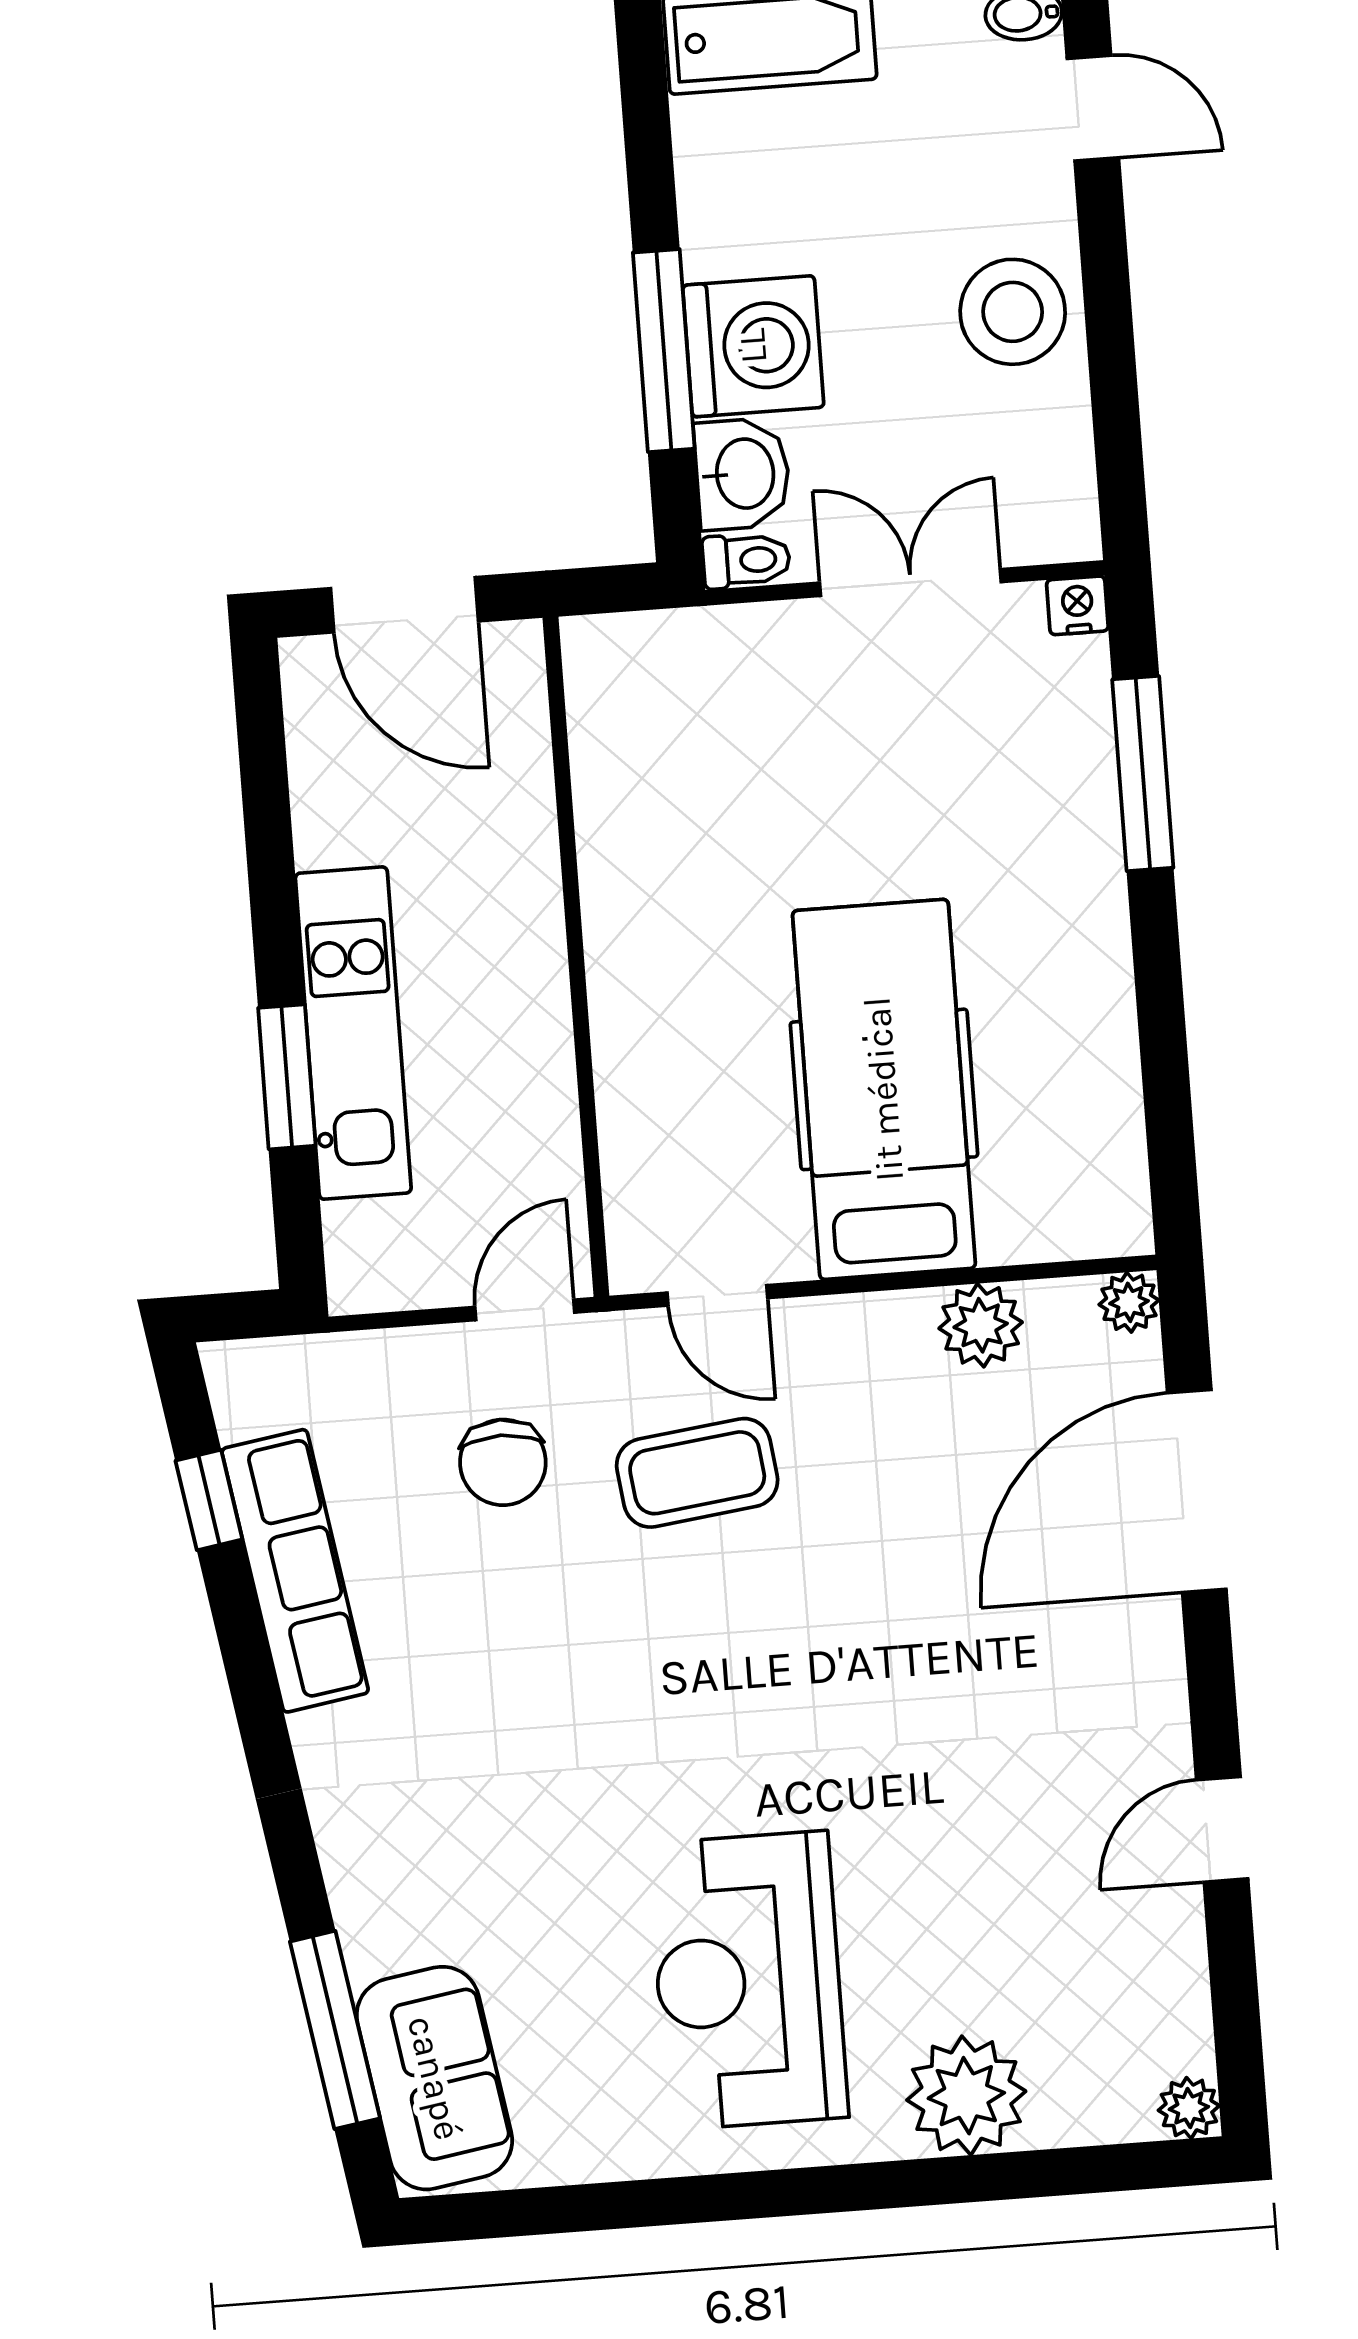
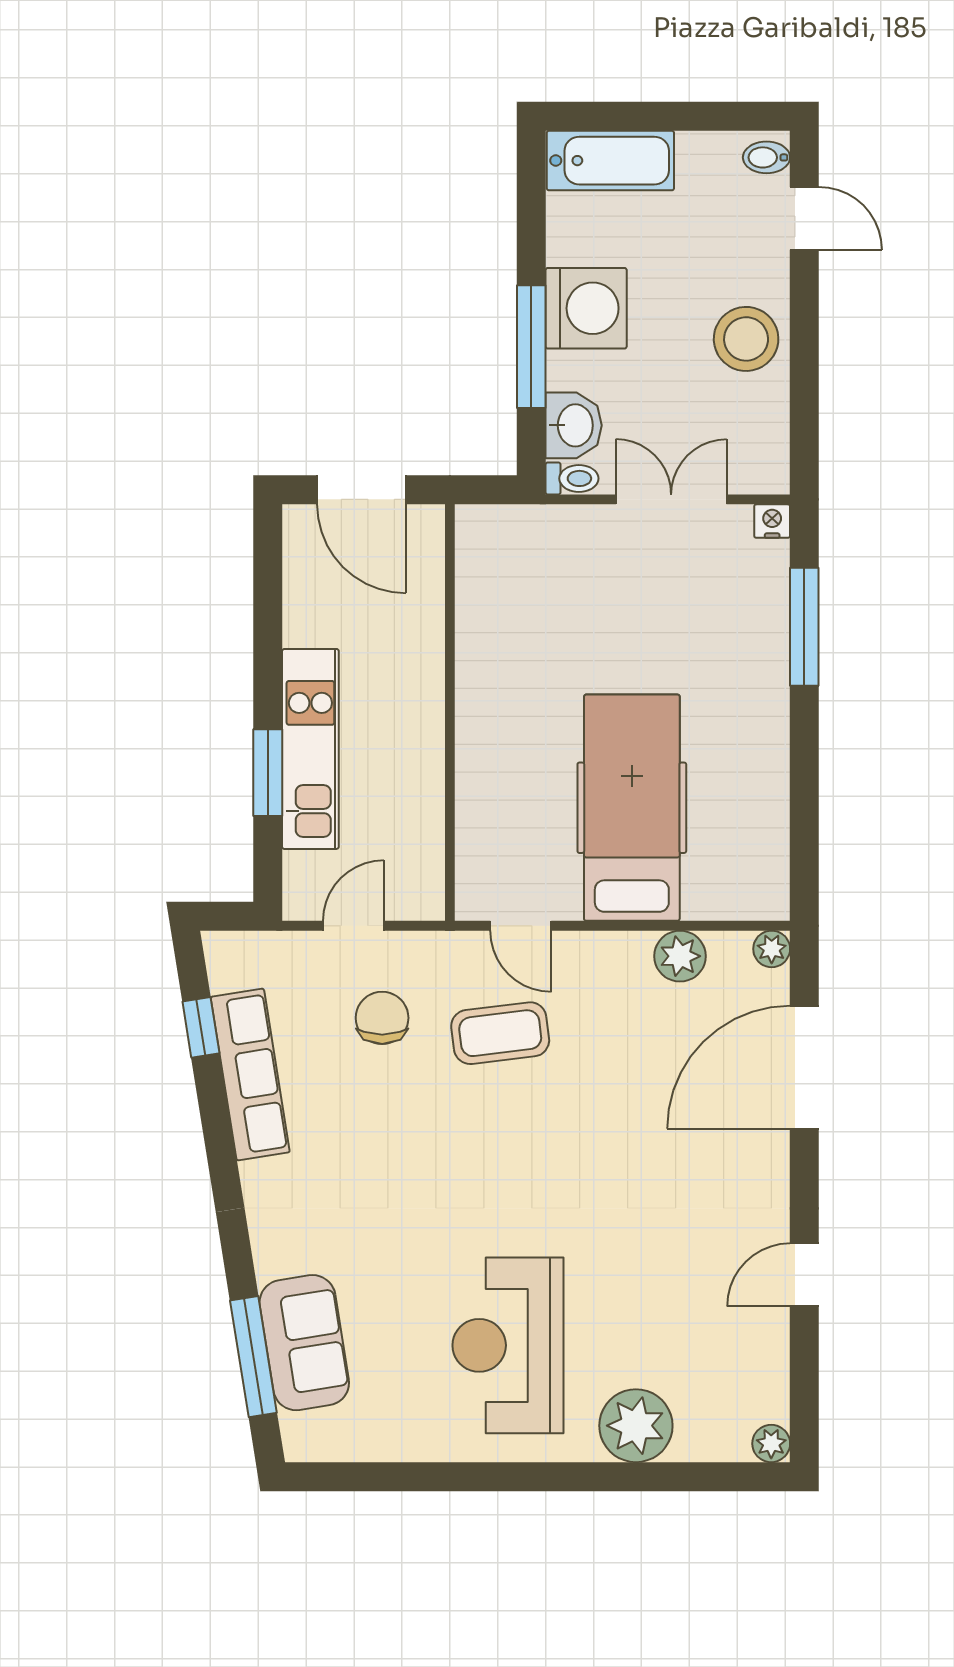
washing machine: (753, 346) -> (586, 308), moved
door: (525, 1310) -> (353, 926), moved
chair: (503, 1462) -> (382, 1018), turned 180
sofa: (434, 2078) -> (304, 1343), moved

